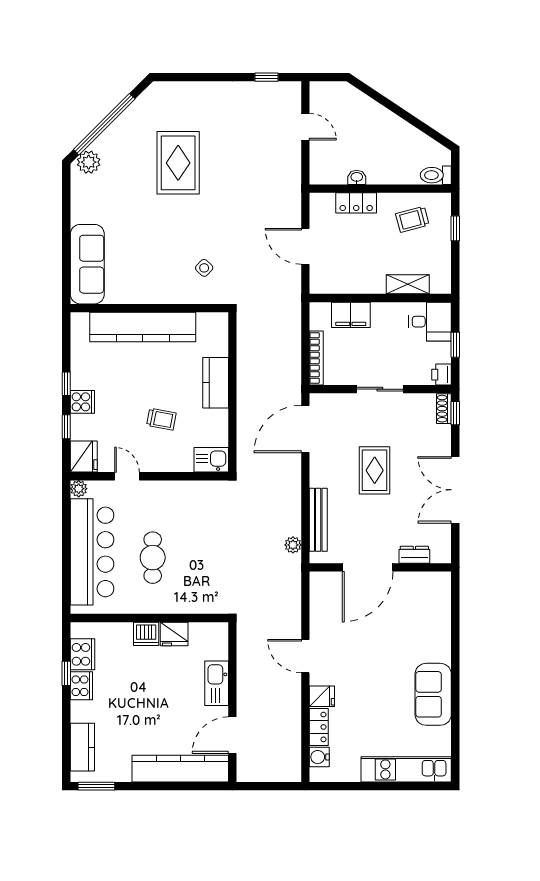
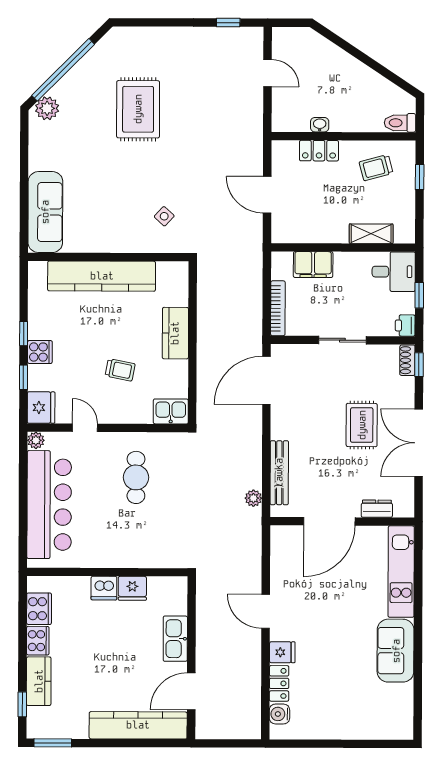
rug: (375, 470) -> (362, 425), moved
cafe table: (153, 558) -> (136, 477), moved
window: (66, 673) -> (22, 704), moved
kitchen counter: (82, 747) -> (39, 681), moved
kitchen unit: (406, 769) -> (401, 572), moved, turned -90

